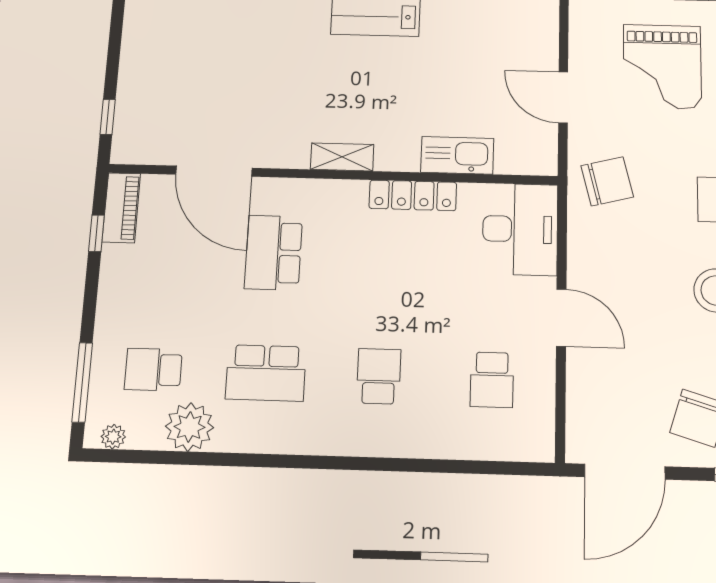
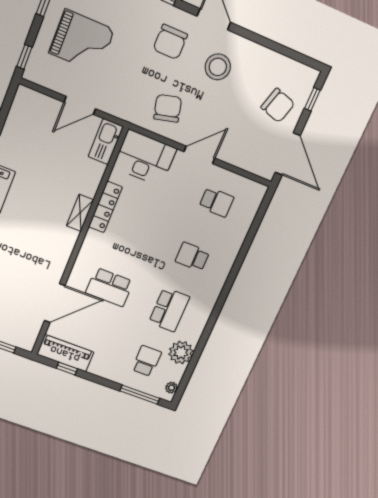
kitchen sink: (457, 155) -> (106, 142), moved
shelving: (342, 157) -> (80, 213), moved
chair: (607, 181) -> (168, 108), moved
piano: (121, 208) -> (65, 353), width x1.37, depth x1.33
school desk: (153, 370) -> (147, 361), turned 180

